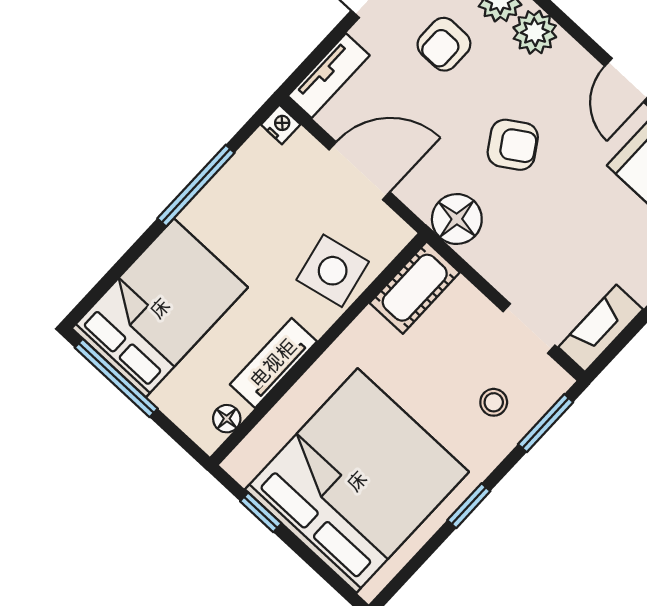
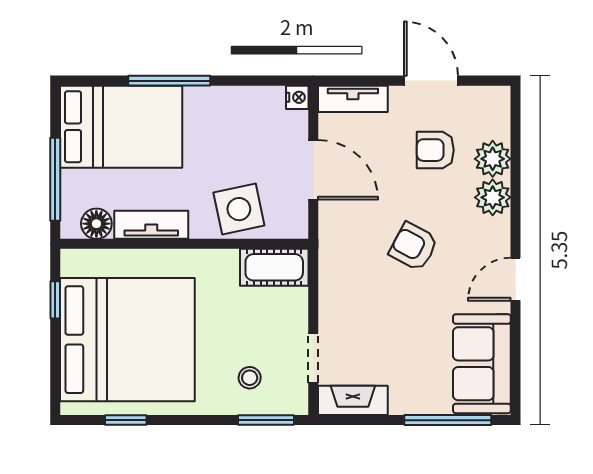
armchair: (513, 145) -> (414, 247), turned 151
window: (196, 186) -> (169, 81), moved
floor lamp: (457, 219) -> (338, 254), removed
window: (116, 378) -> (55, 179), moved
floor lamp: (227, 419) -> (96, 224), width x1.37, depth x1.37
window: (469, 506) -> (126, 420), moved

